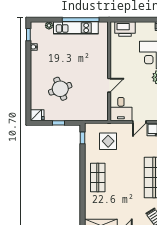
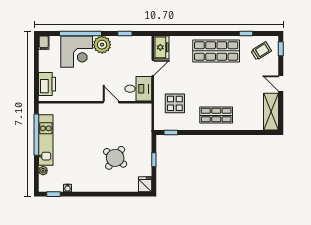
round table: (60, 89) -> (115, 158), turned -32
door: (139, 122) -> (153, 68), hinge flipped

